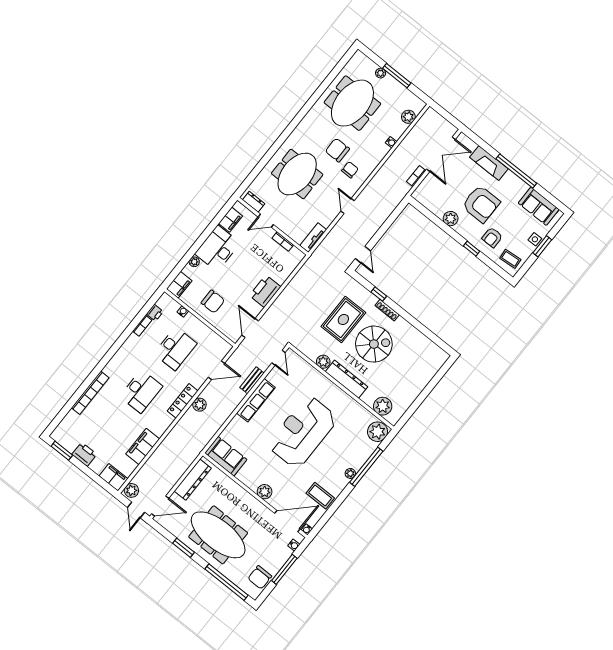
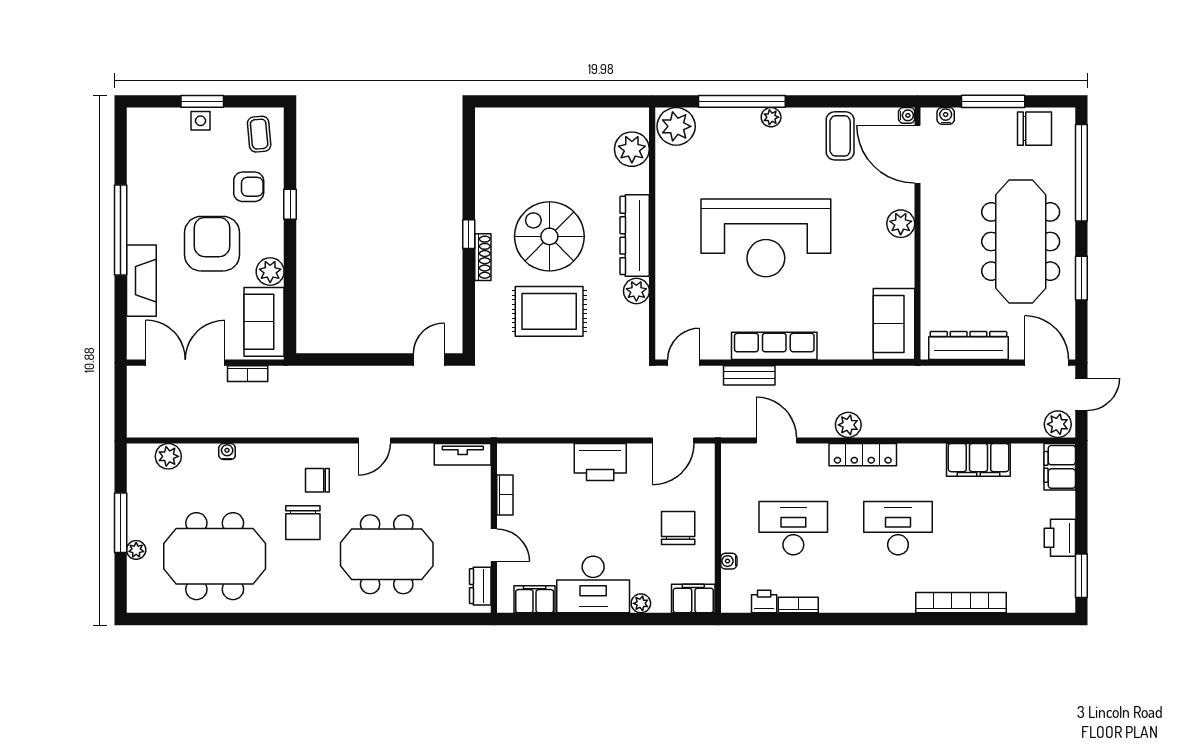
sofa: (539, 206) -> (264, 322), moved, turned 180
window: (379, 294) -> (469, 234), moved

